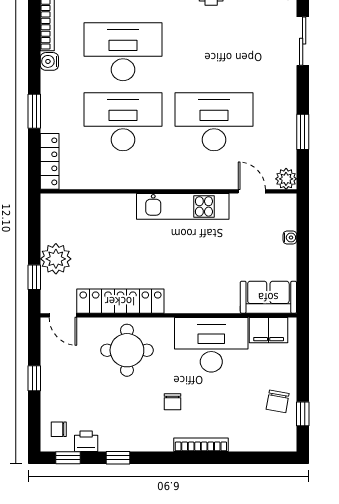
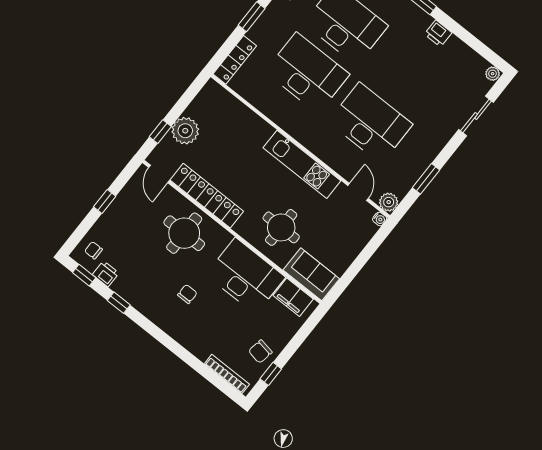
water cooler: (290, 238) -> (380, 219), moved
round table: (209, 277) -> (281, 227), added
chair: (173, 402) -> (187, 294), turned 180
bookcase: (201, 445) -> (227, 374), moved

